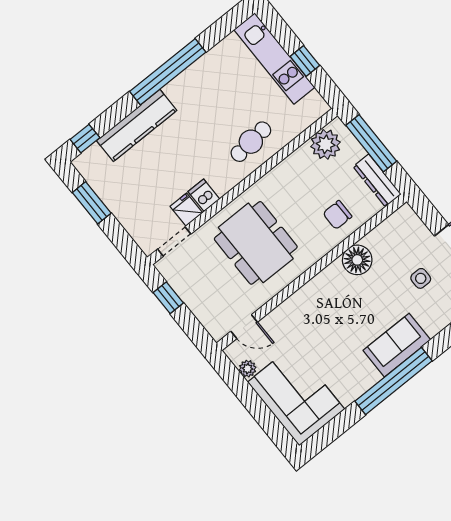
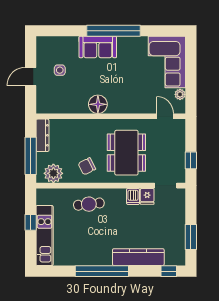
chair: (337, 215) -> (87, 166), moved, turned 153
floor lamp: (357, 260) -> (98, 104), moved

